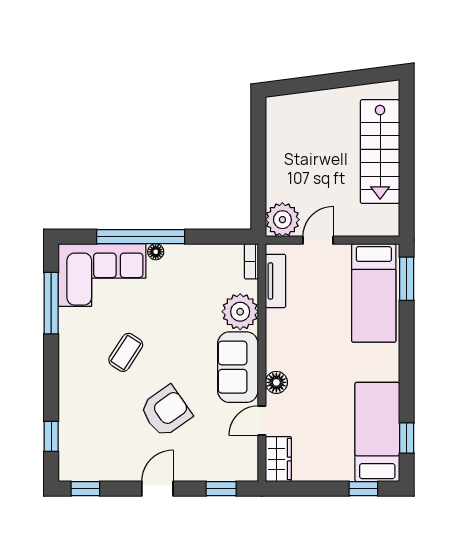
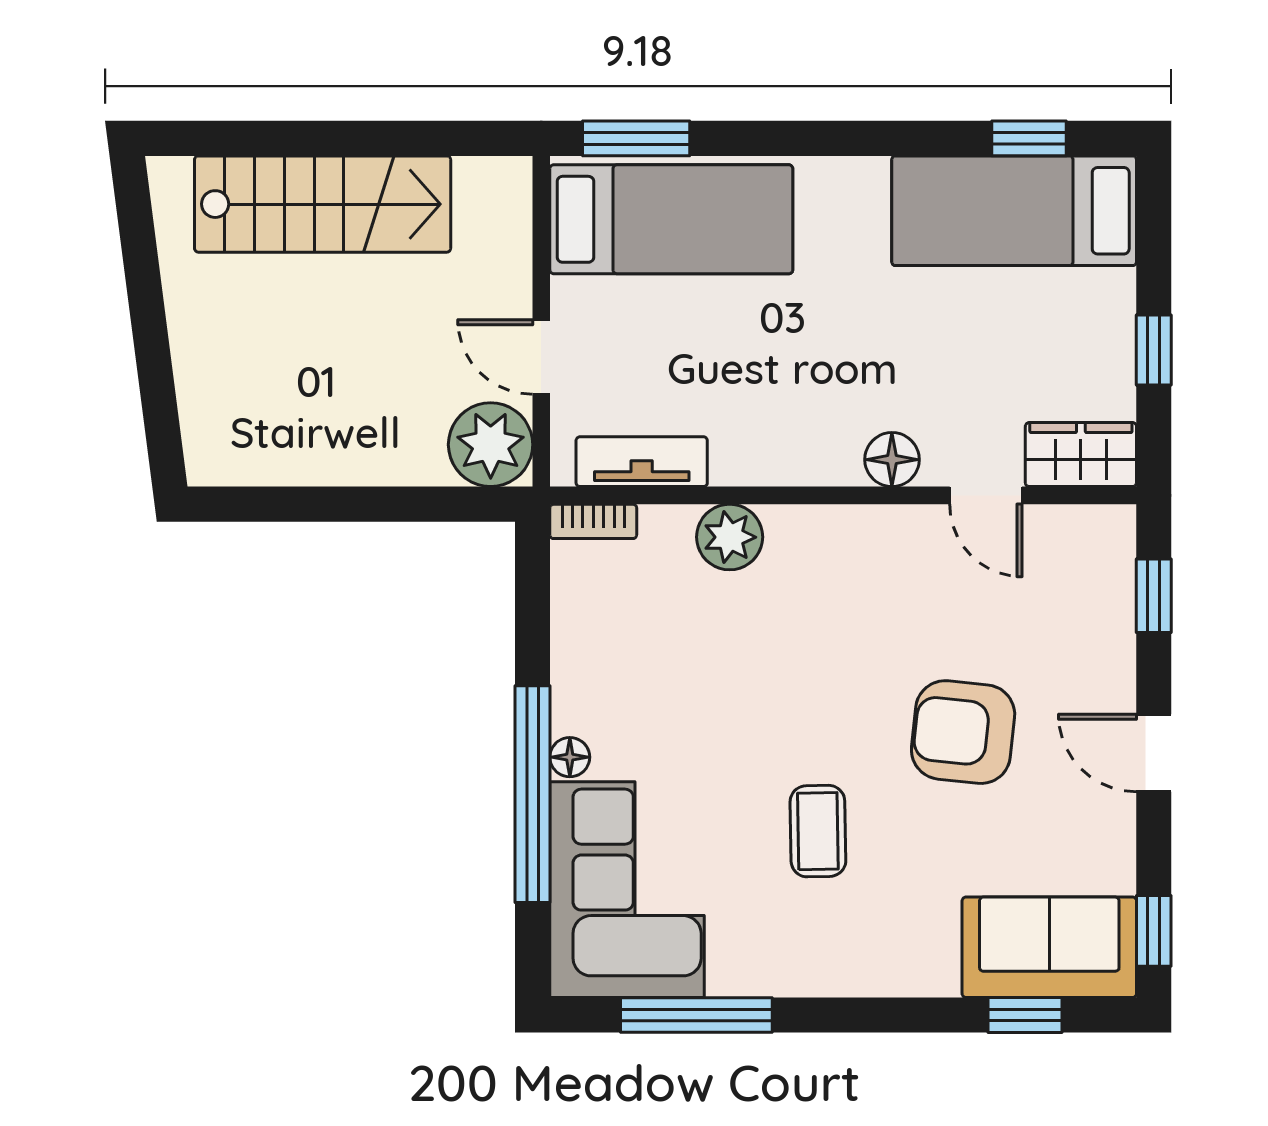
plant: (240, 312) -> (730, 537), width x0.73, depth x0.73
coffee table: (126, 352) -> (818, 831), turned 56
sofa: (238, 367) -> (1049, 947), moved, turned 180
armchair: (166, 411) -> (963, 732), turned -49
window: (363, 489) -> (1154, 350), moved

